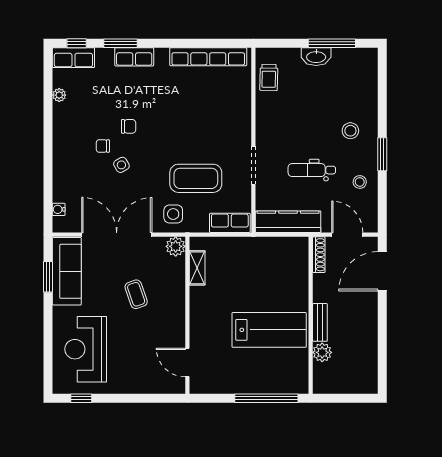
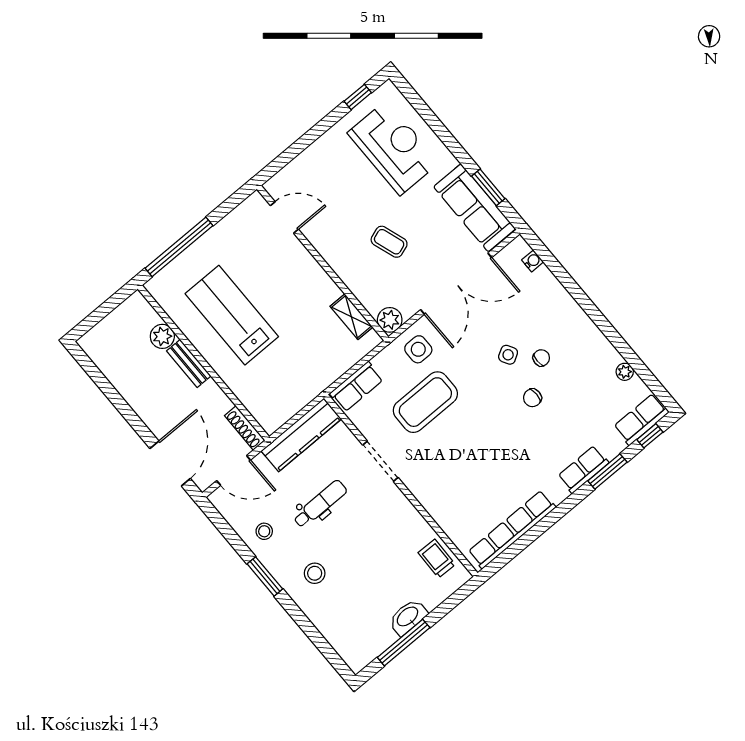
lab bench: (269, 330) -> (232, 315), turned 90

